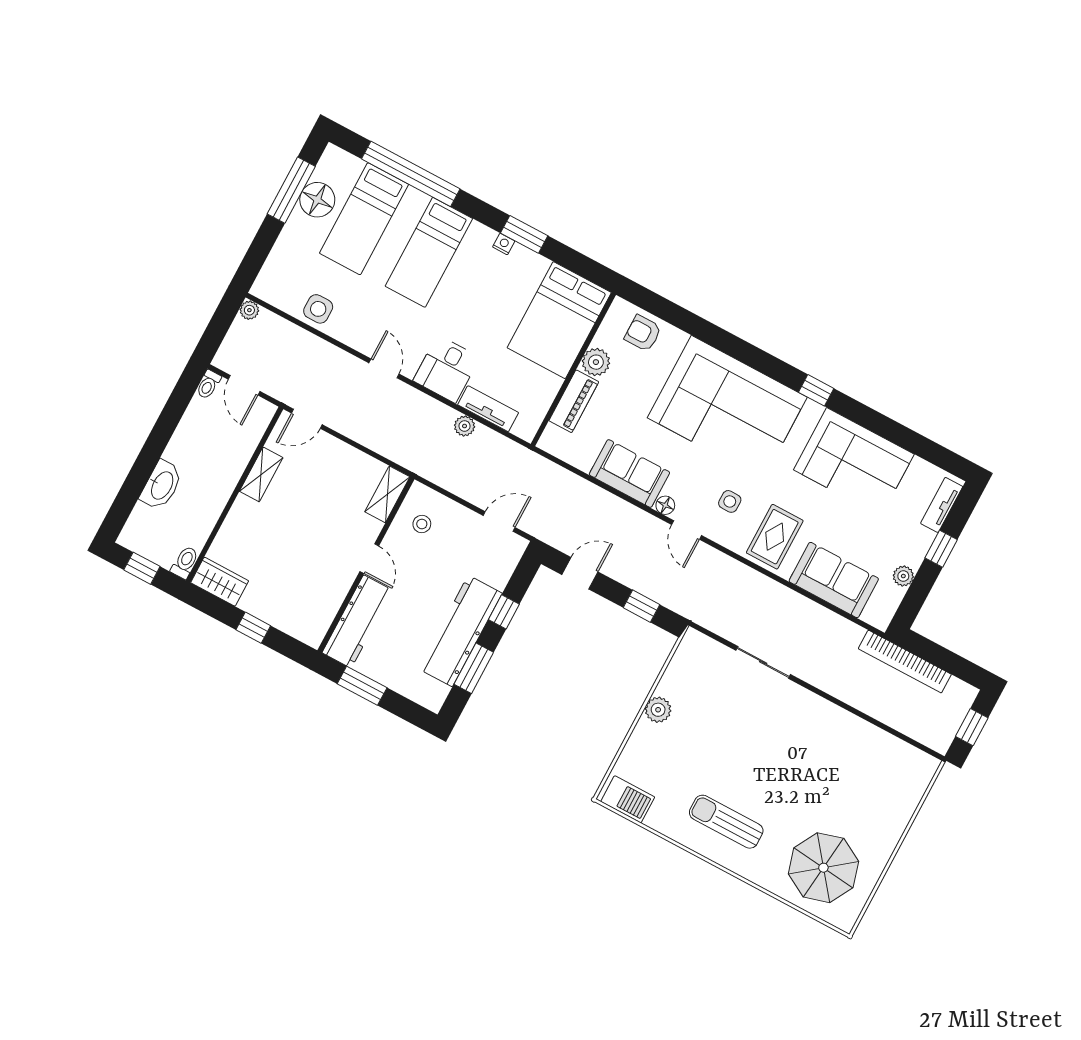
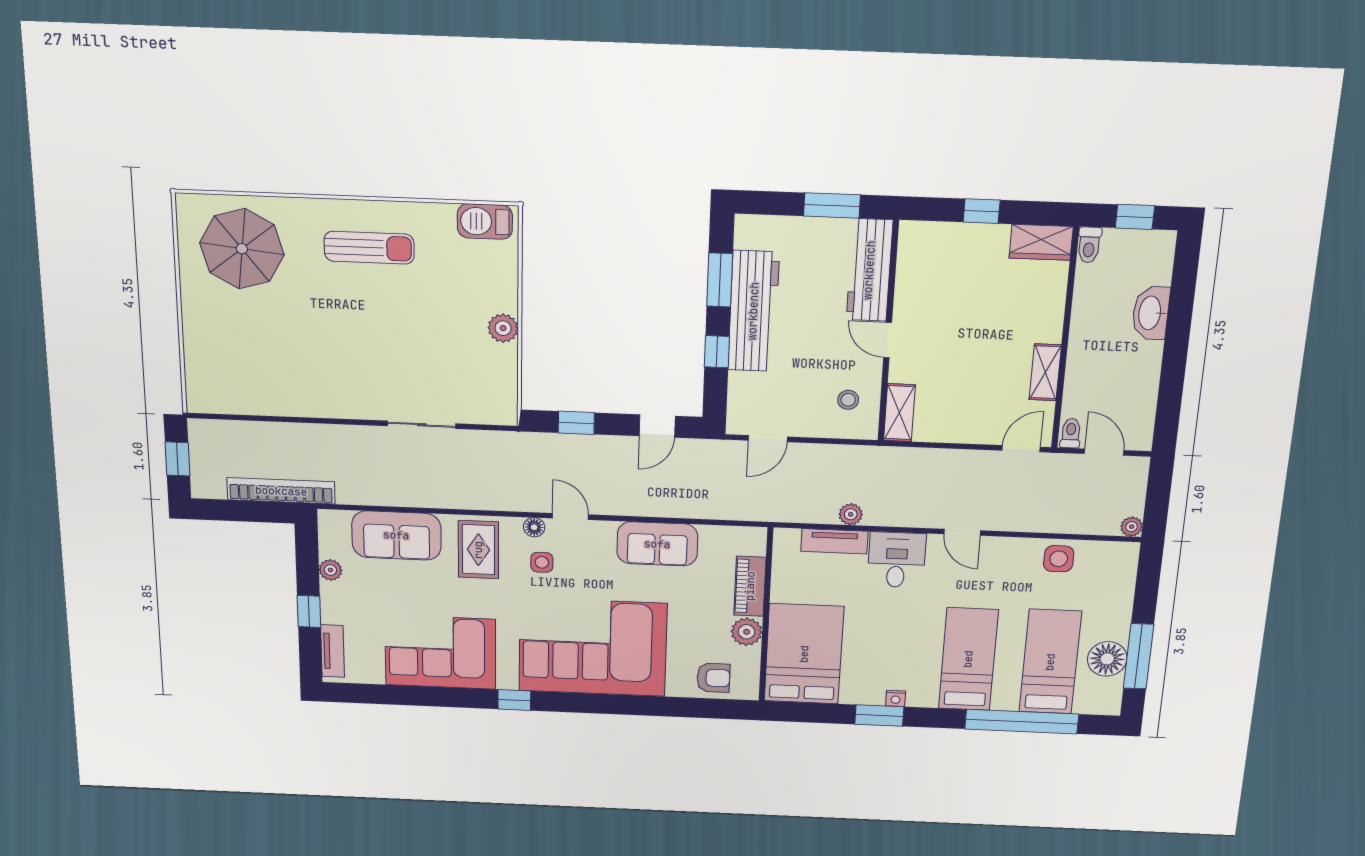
toilet: (208, 385) -> (1071, 433), moved
floor lamp: (665, 505) -> (534, 527), moved

